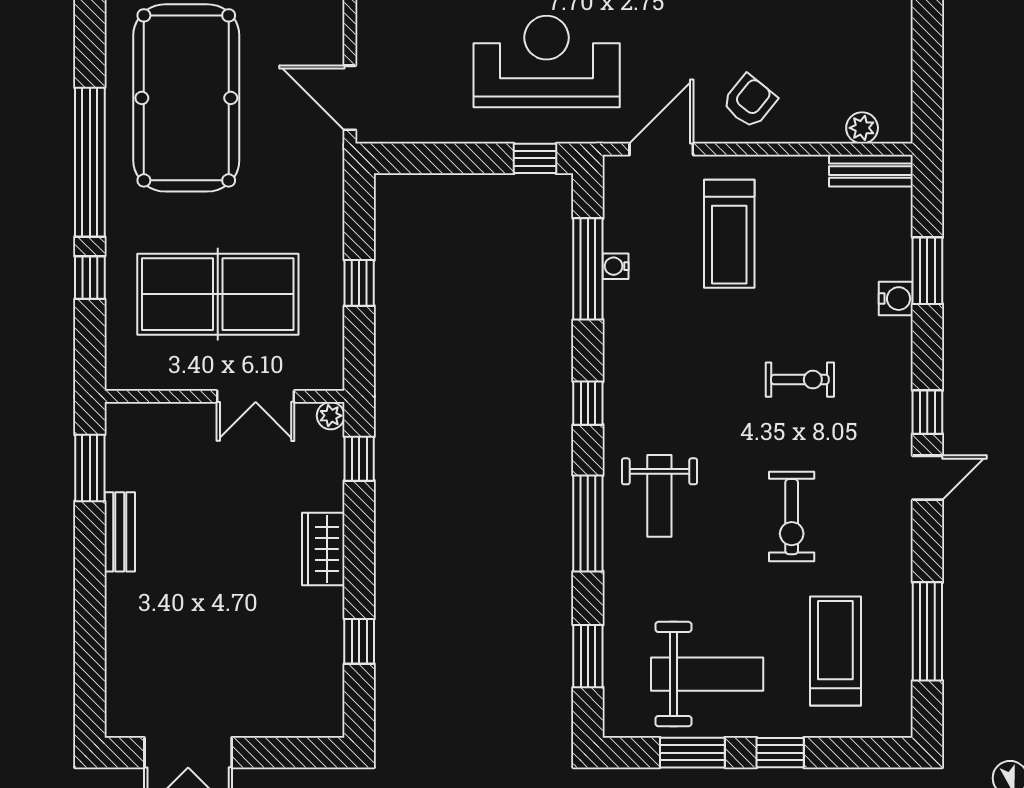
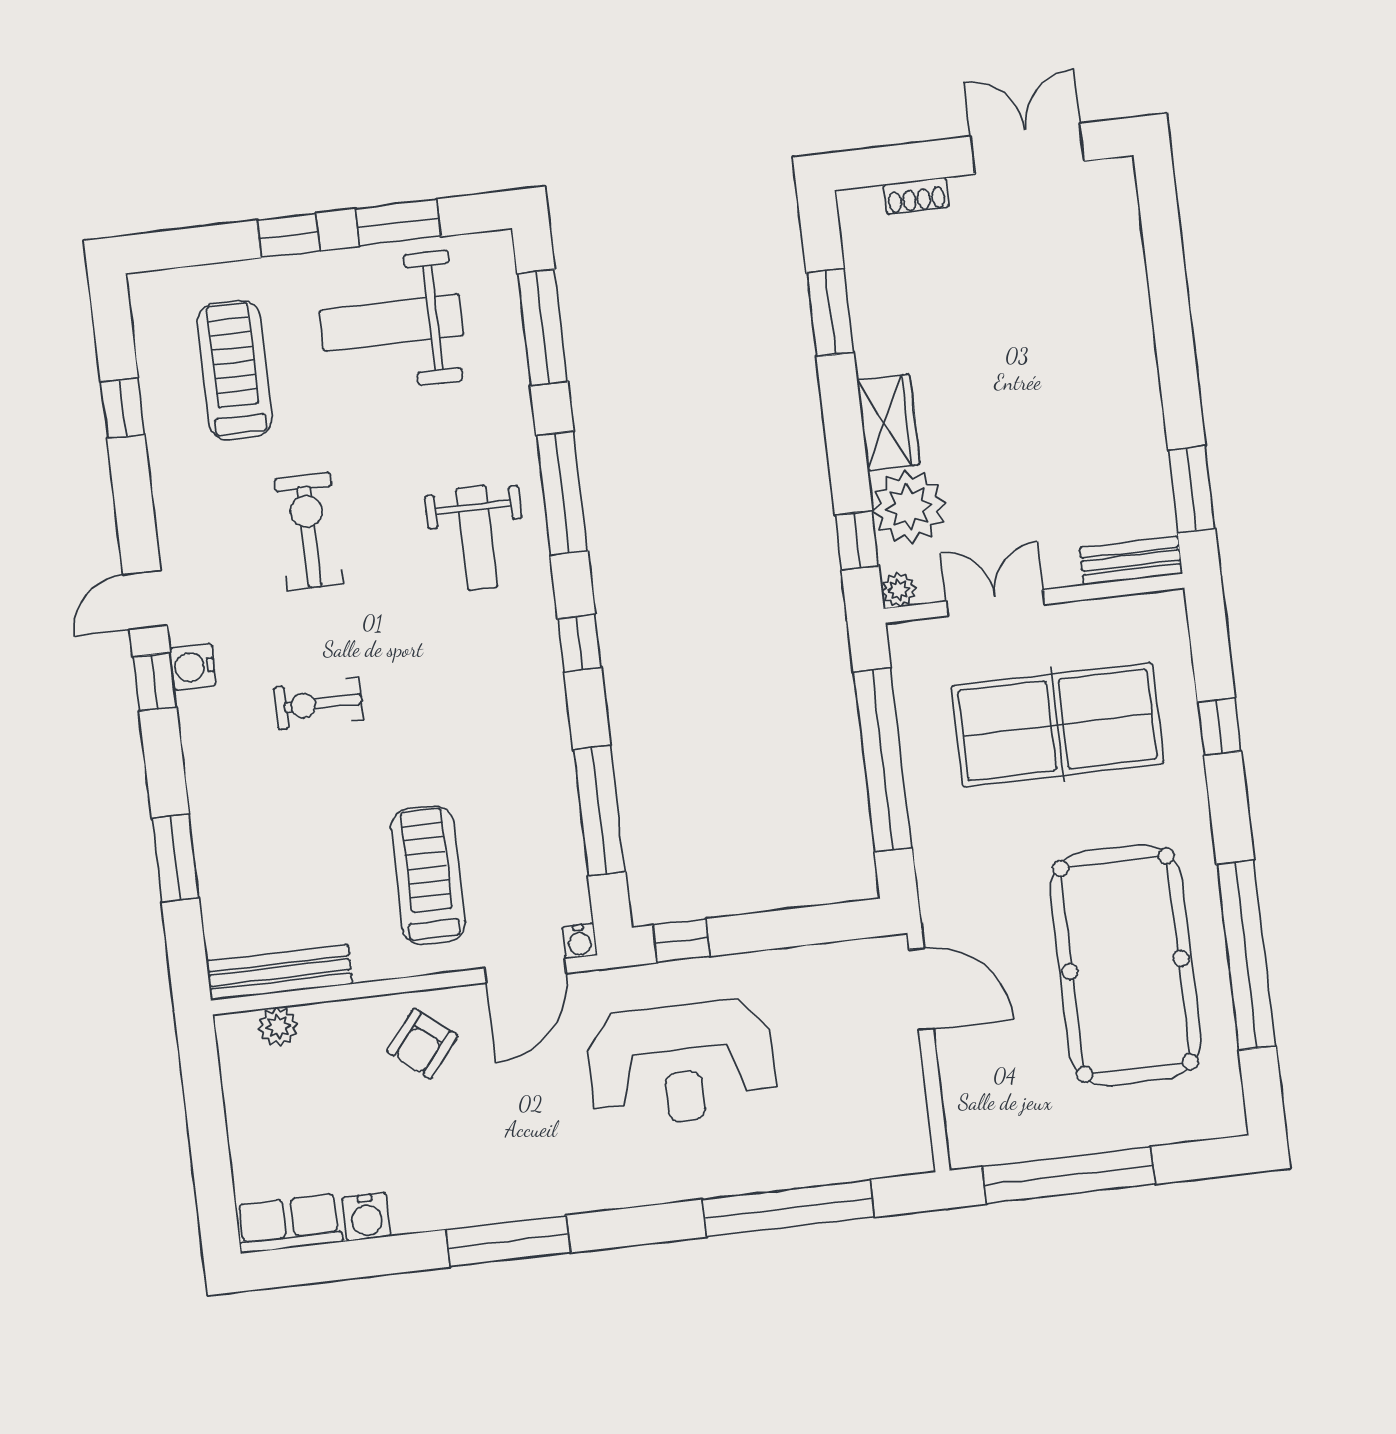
window: (90, 162) -> (1246, 955), moved
bench: (871, 171) -> (279, 972), width x1.36
water cooler: (616, 266) -> (580, 941), moved, turned 90
window: (359, 283) -> (883, 760), width x3.17
water cooler: (896, 299) -> (193, 667), moved
plant: (315, 480) -> (909, 507), added
weight bench: (659, 496) -> (477, 538), turned 180
bench: (120, 532) -> (1131, 561), moved, turned 90
window: (927, 631) -> (123, 408), width x0.46
window: (359, 641) -> (830, 313), width x1.50
treadmill: (835, 651) -> (234, 370), turned 180
window: (588, 656) -> (542, 328), width x1.44
shoe rack: (280, 726) -> (916, 196), added

